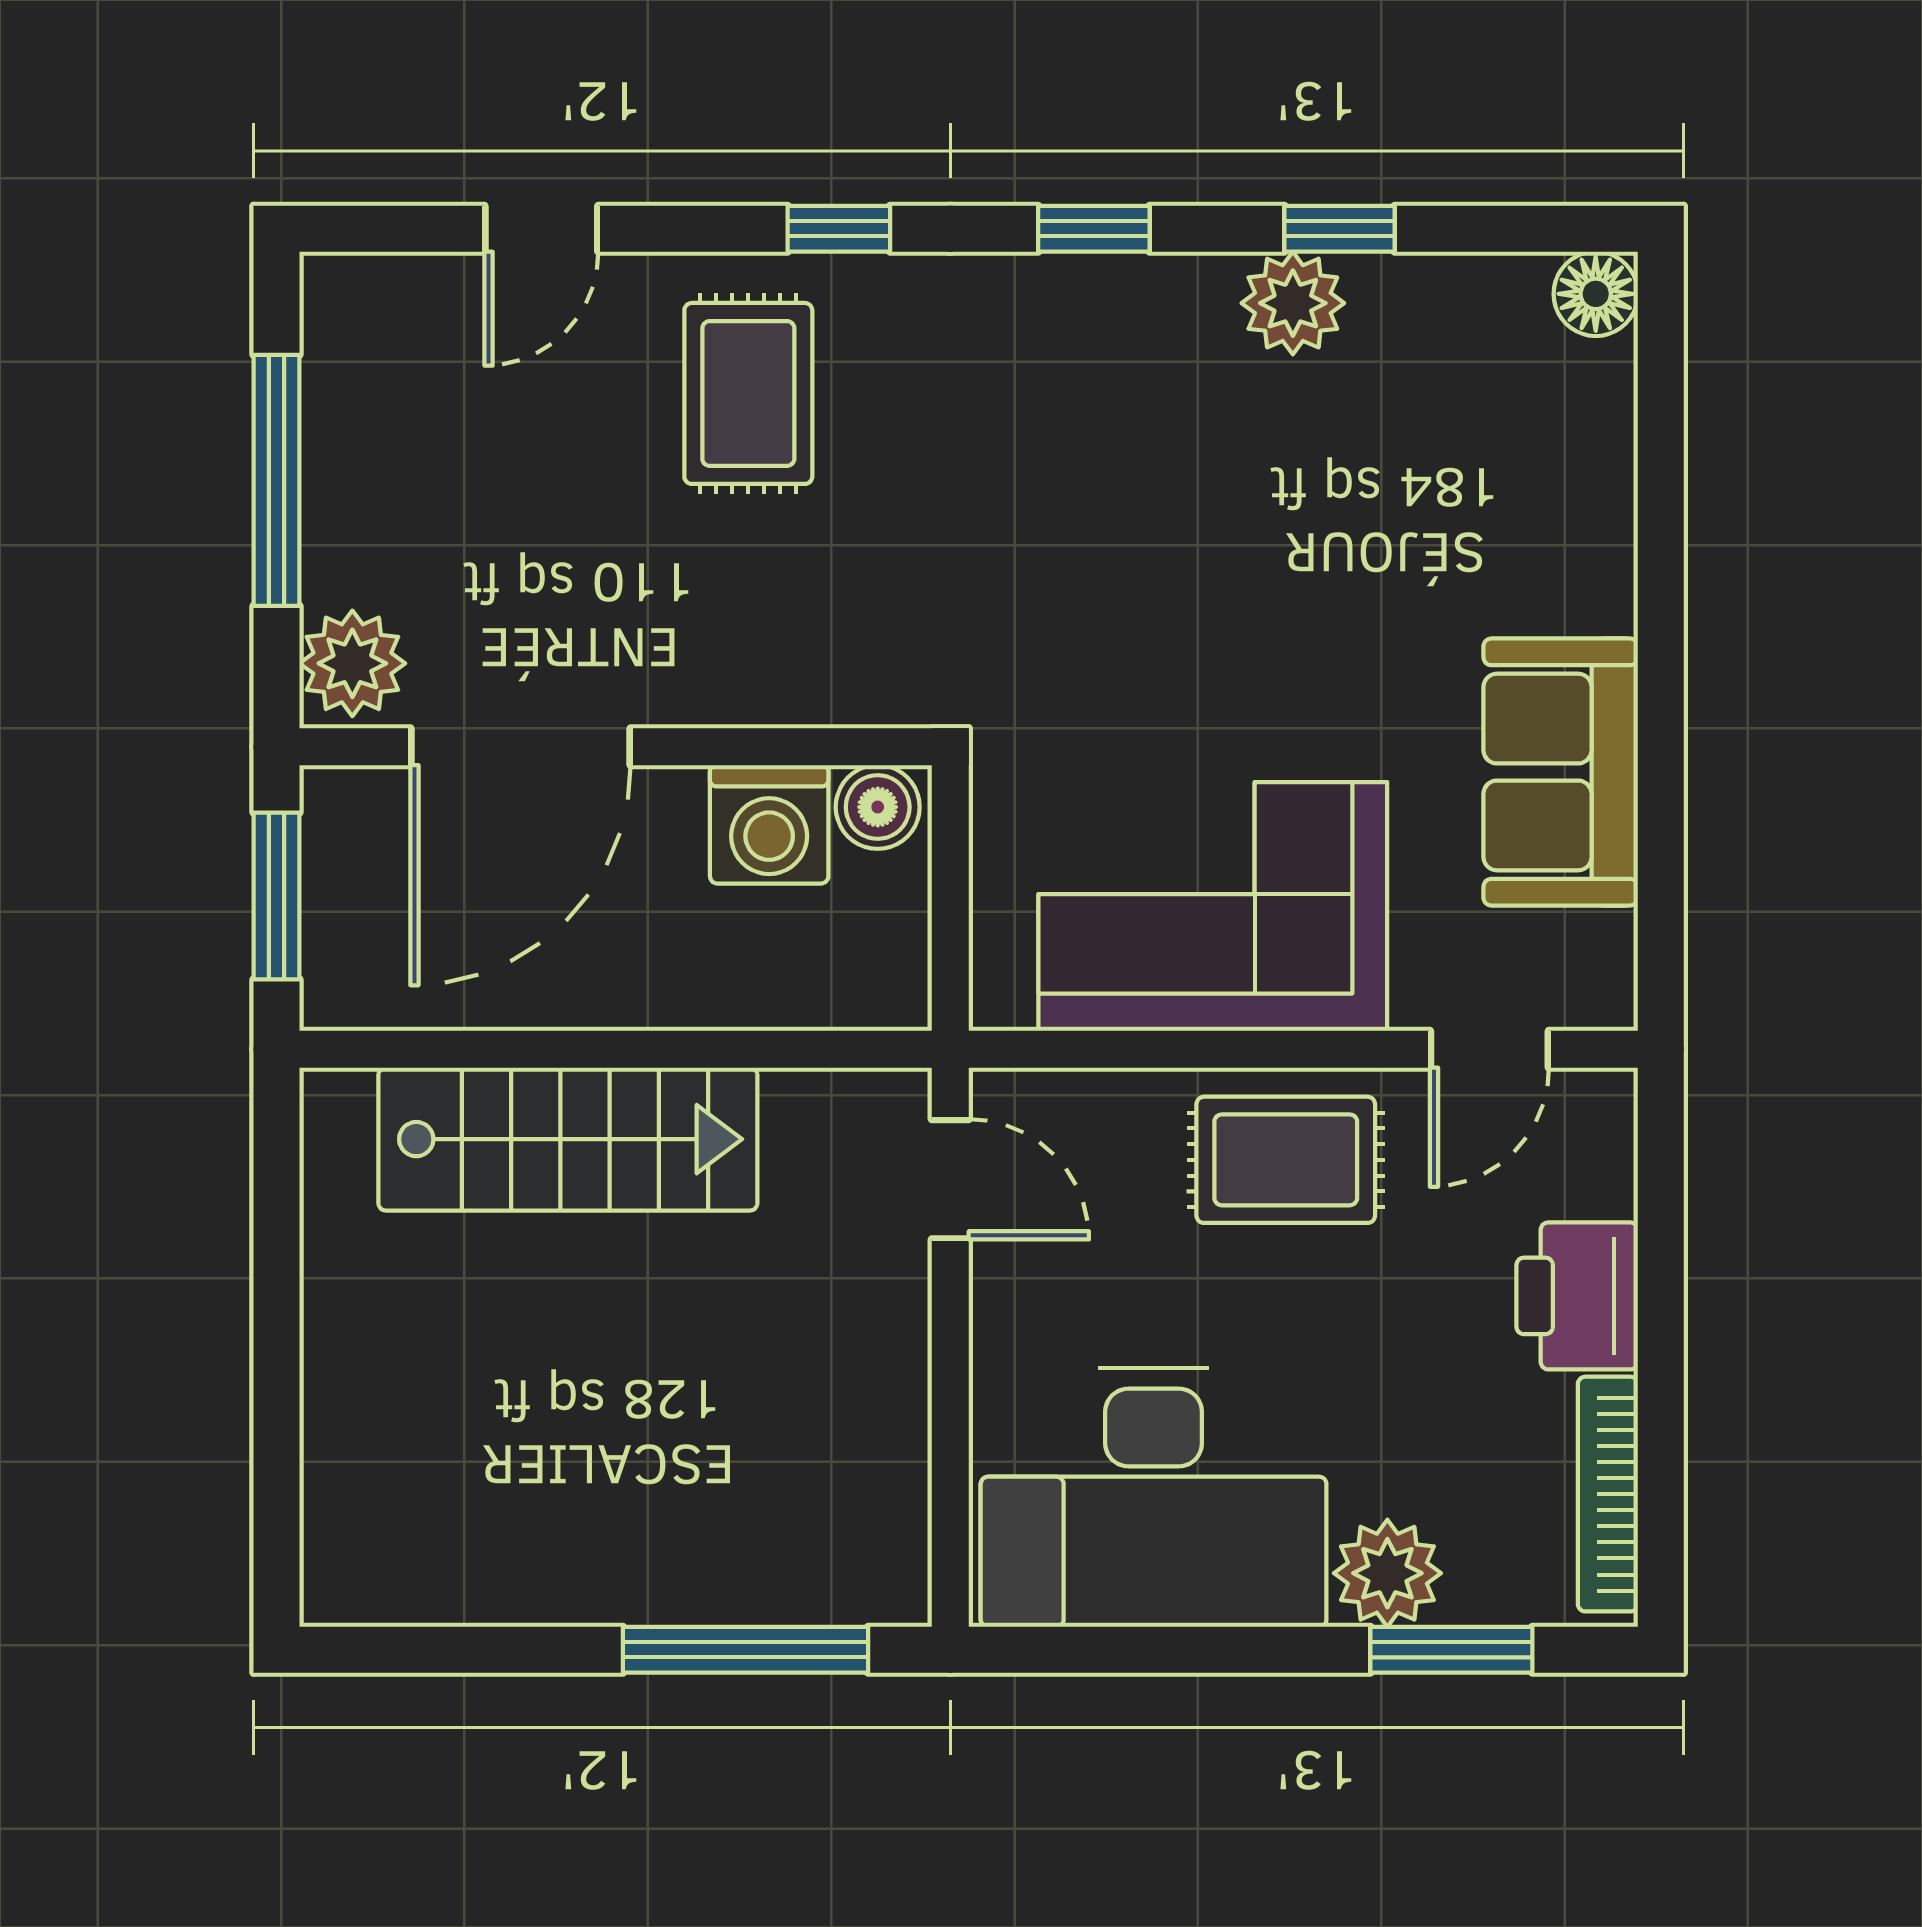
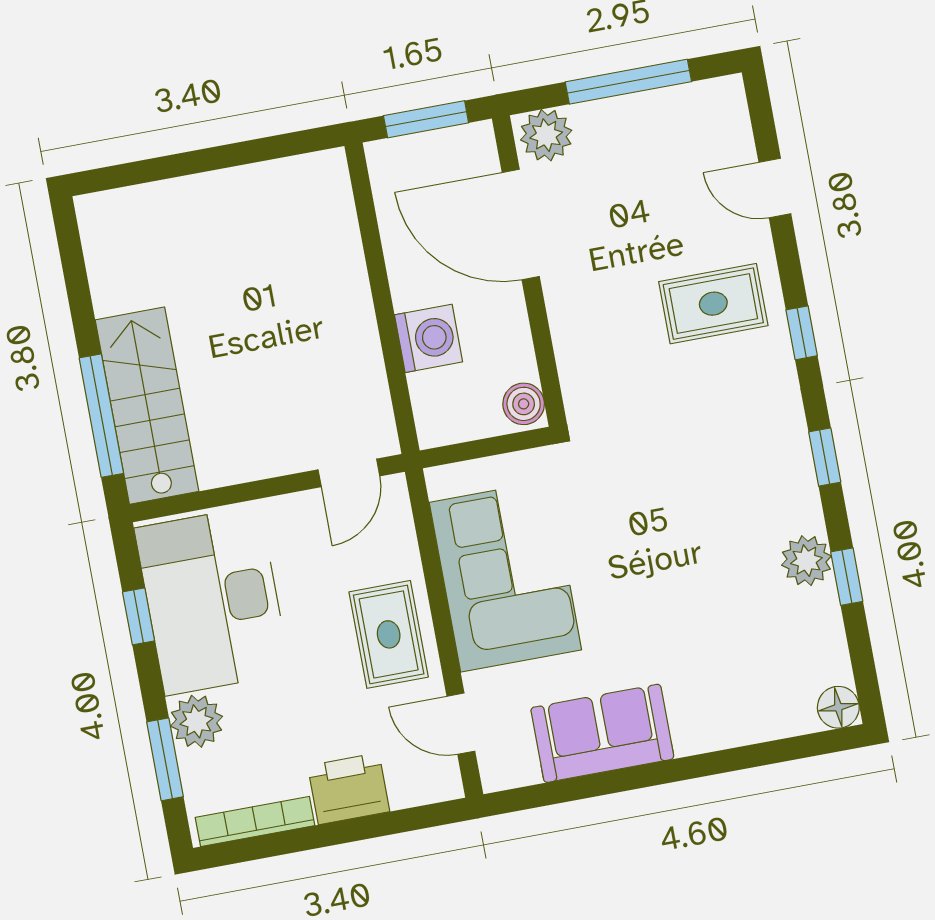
washing machine: (769, 824) -> (429, 338), moved, turned 180
stairs: (568, 1139) -> (147, 406), moved, turned 180
window: (1158, 1650) -> (139, 616), added

